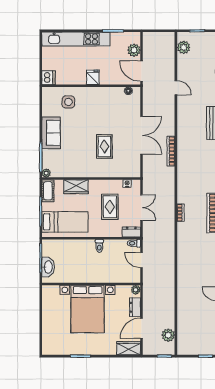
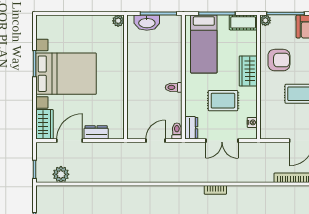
armchair: (78, 162) -> (279, 60), added
wardrobe: (76, 187) -> (248, 71), moved
plant: (136, 290) -> (118, 21), moved
bed with nightstands: (88, 309) -> (66, 74), moved, turned 180
door: (142, 328) -> (70, 141), hinge flipped

